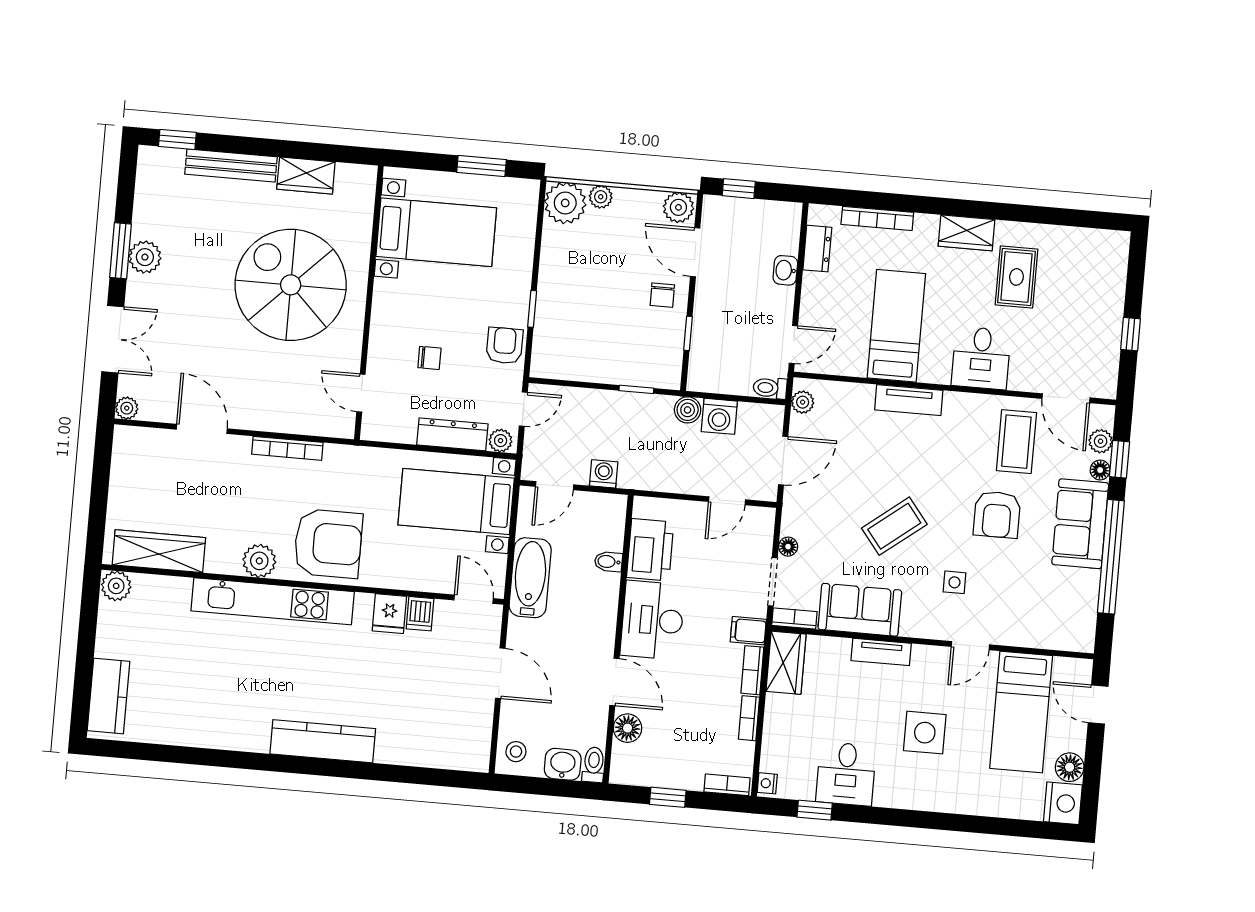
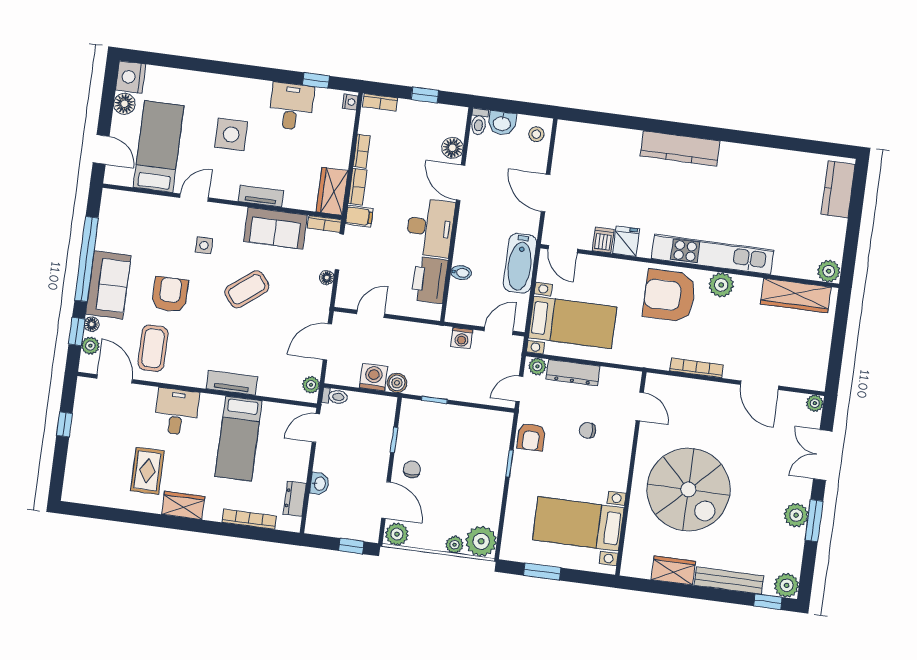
plant: (153, 163) -> (787, 585), added

